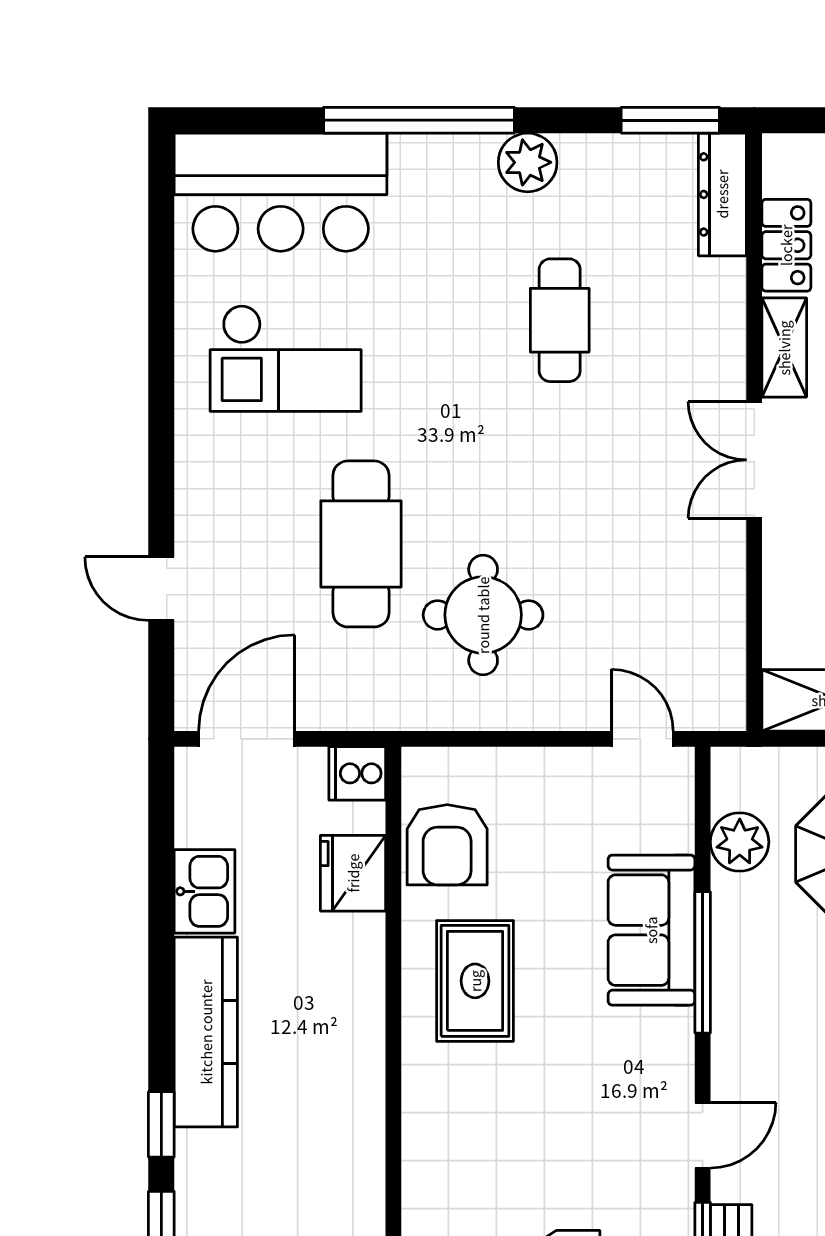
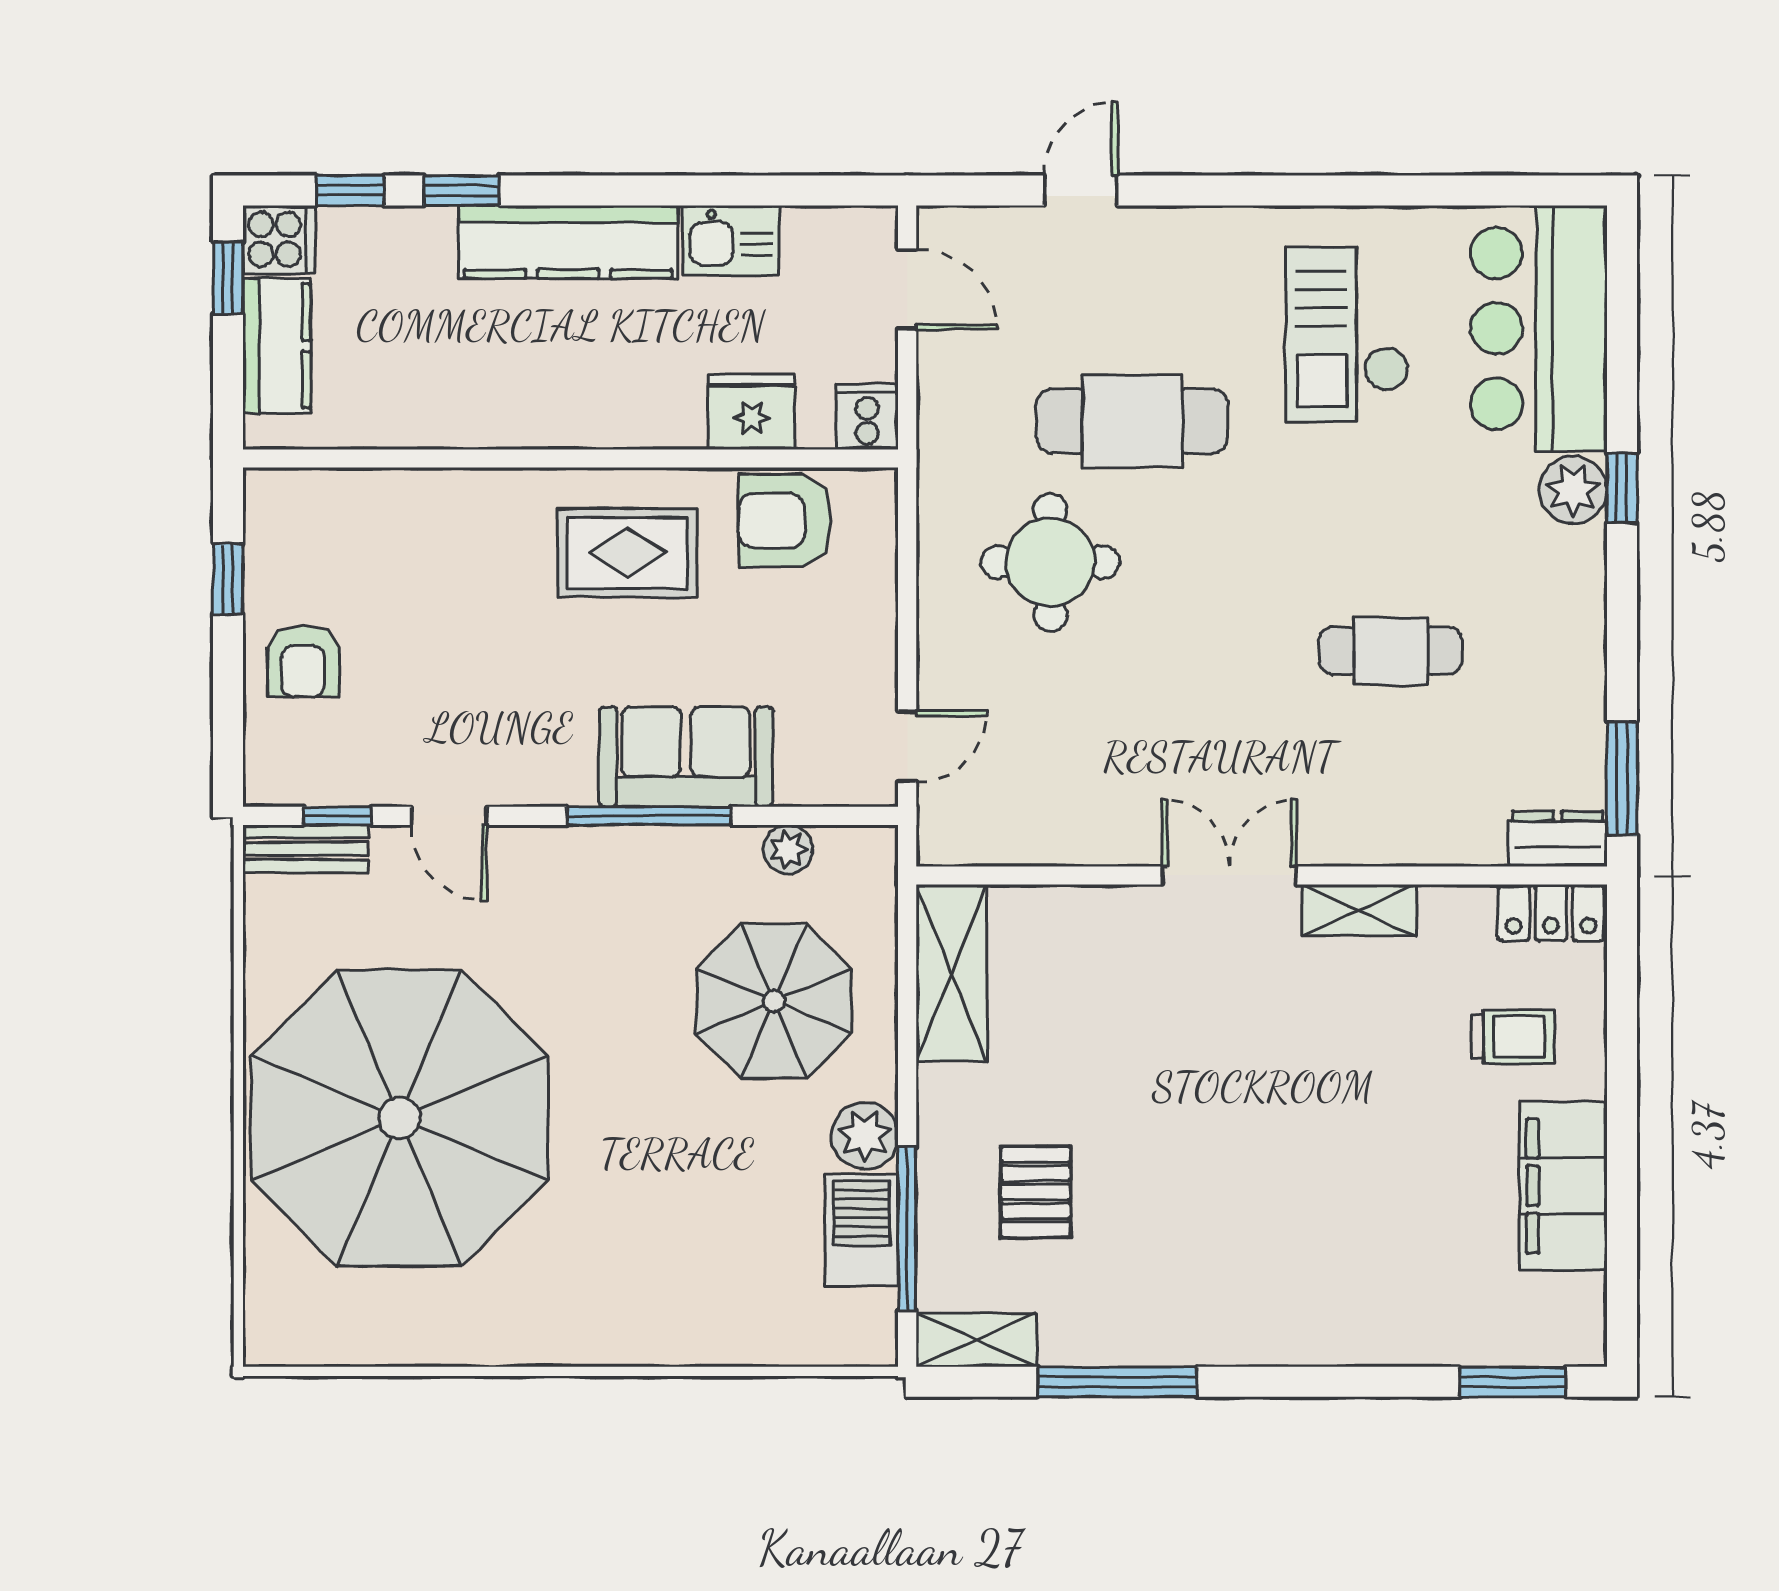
window: (419, 120) -> (1622, 488), width x0.32
plant: (528, 162) -> (1573, 490), moved
dresser: (722, 194) -> (1558, 839), width x0.70
locker: (786, 245) -> (1551, 913), moved
door: (247, 739) -> (907, 289), width x0.73
plant: (740, 842) -> (788, 849), width x0.73, depth x0.73

